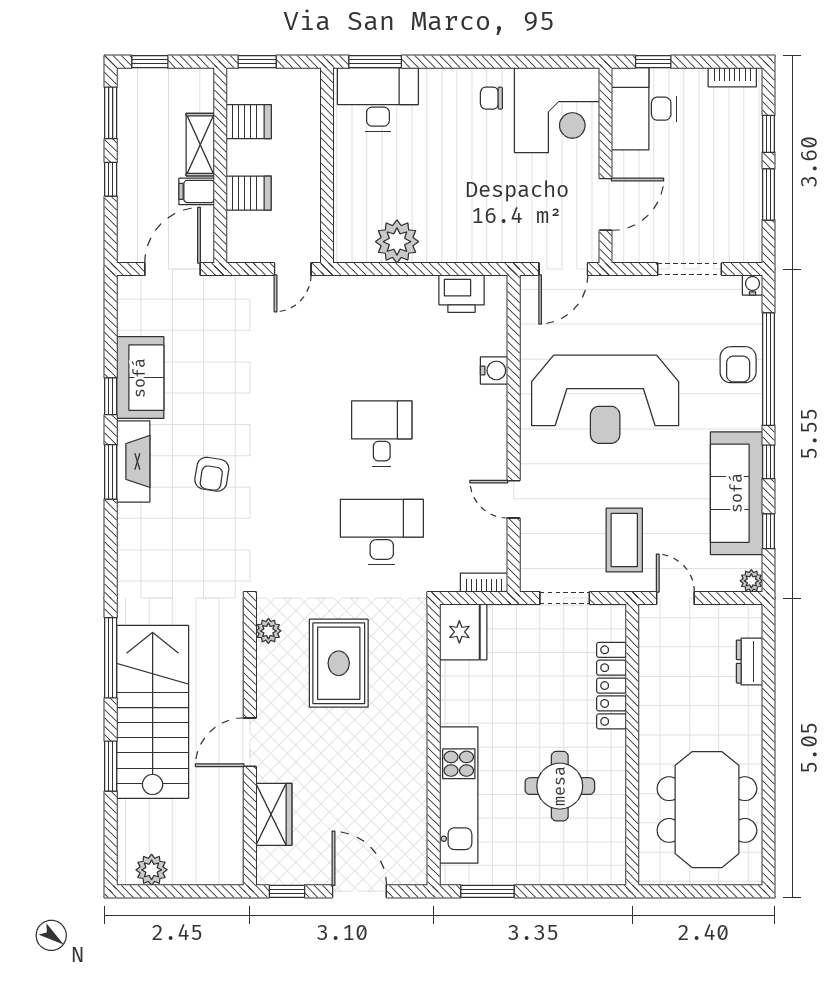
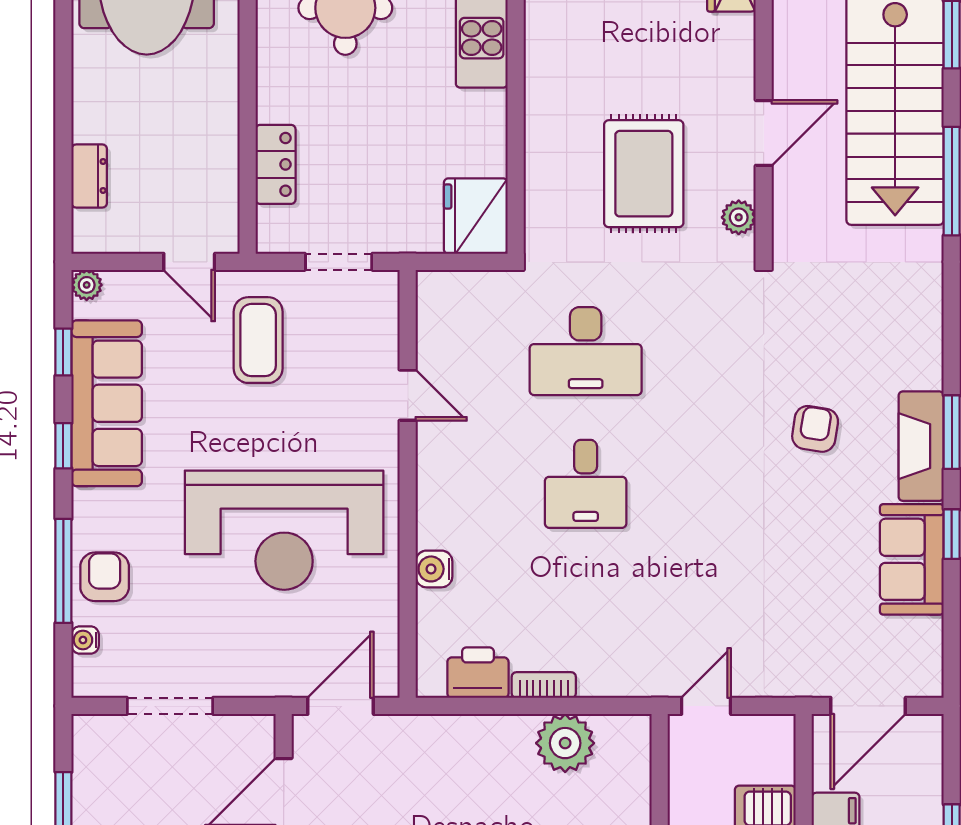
water cooler: (752, 285) -> (85, 640), moved, turned 90
window: (769, 369) -> (63, 571), width x0.68
reception desk: (605, 399) -> (284, 530), turned 180
bookcase: (484, 583) -> (544, 685), moved, turned 180
locker: (611, 686) -> (276, 164), width x0.66
door: (250, 742) -> (764, 133), moved

